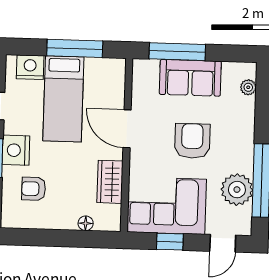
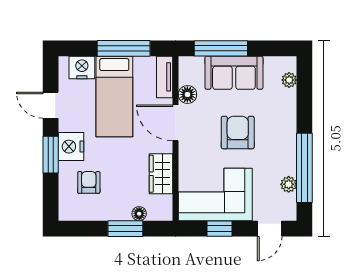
tv unit: (117, 80) -> (165, 77), added
floor lamp: (141, 99) -> (187, 95), added
armchair: (34, 189) -> (89, 182), turned 90
plant: (237, 190) -> (289, 184), width x0.53, depth x0.53
window: (71, 238) -> (125, 229), added

